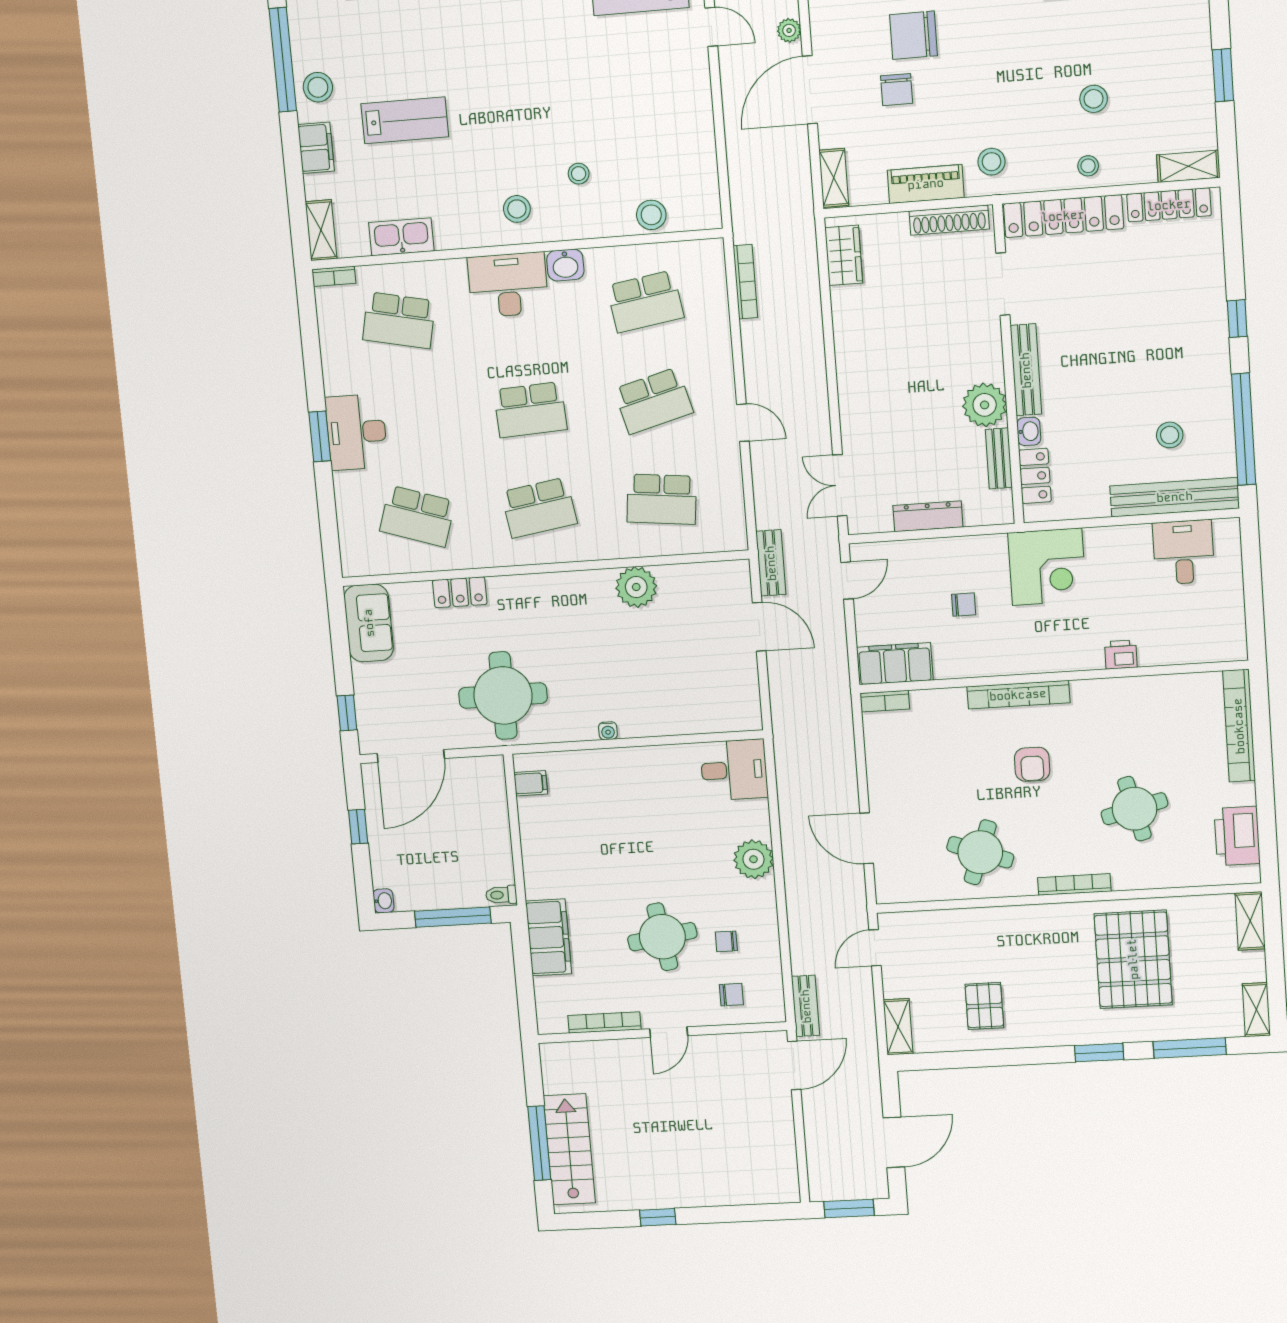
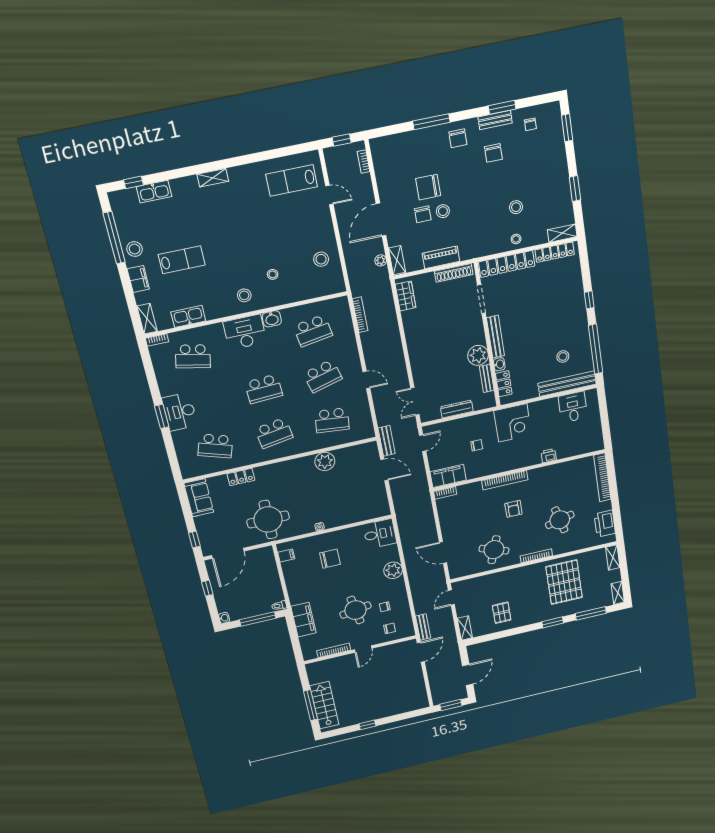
plant: (789, 30) -> (381, 260), moved
stool: (992, 162) -> (443, 211), moved
stool: (651, 215) -> (321, 259), moved
chair: (622, 807) -> (330, 559), added

